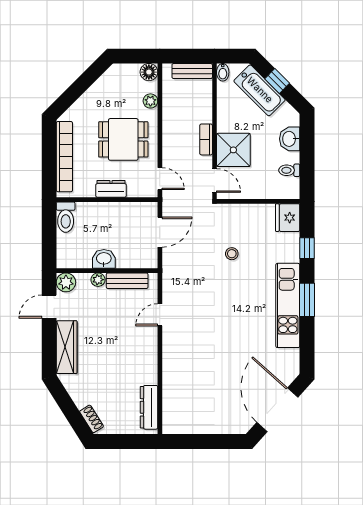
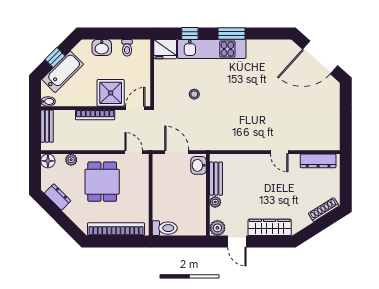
bookcase: (206, 139) -> (95, 115), width x1.56
door: (160, 179) -> (134, 152), hinge flipped
dresser: (111, 189) -> (58, 197), moved, turned 135
washbasin: (104, 259) -> (199, 165), moved
kitchen unit: (288, 305) -> (212, 49), moved
door: (160, 315) -> (279, 152), moved
shoe rack: (92, 419) -> (324, 210), width x1.43

